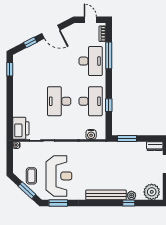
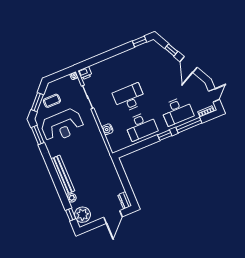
window: (109, 105) -> (165, 135), moved
printer: (21, 128) -> (85, 73), width x0.53, depth x0.68
water cooler: (91, 134) -> (107, 129), moved
window: (127, 138) -> (121, 173), removed
window: (129, 203) -> (71, 214), moved

